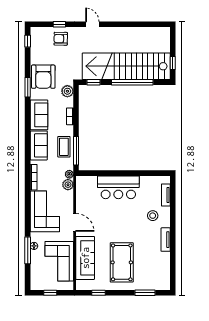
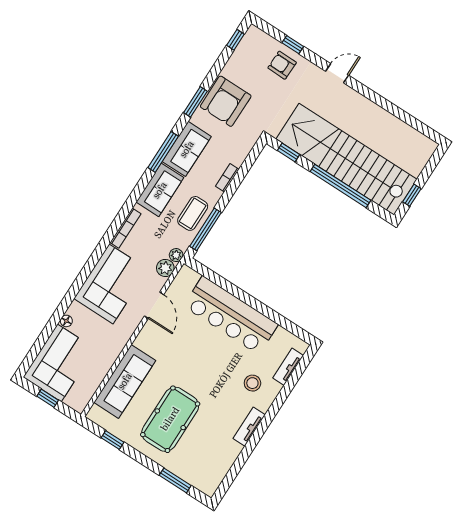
door: (92, 24) -> (337, 73), hinge flipped
plant: (67, 91) -> (246, 142), removed
bar counter: (118, 187) -> (231, 315), width x1.36
door: (75, 222) -> (154, 305), moved
window: (28, 250) -> (163, 152), moved
corner sofa: (59, 261) -> (59, 363), moved, turned 180

